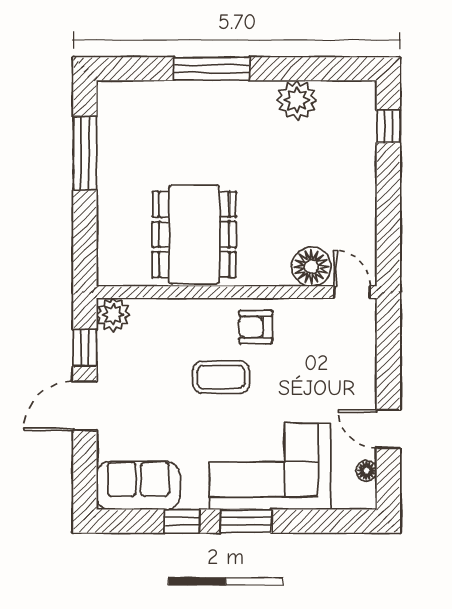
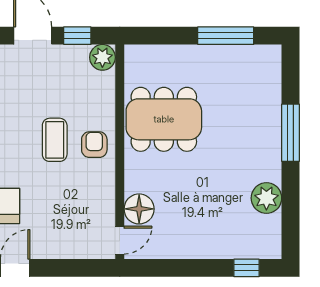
armchair: (256, 327) -> (94, 145), moved

